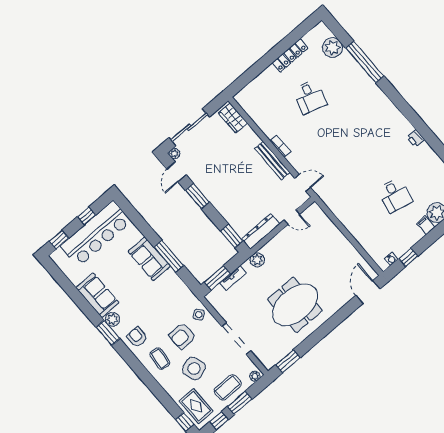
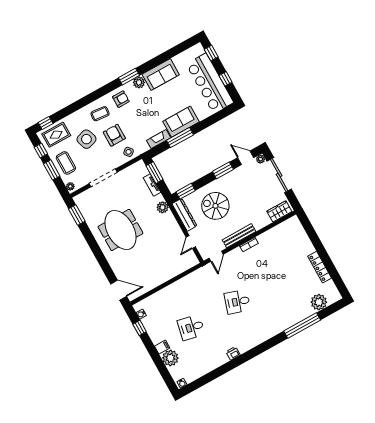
desk: (310, 97) -> (237, 302), moved
spiral stairs: (242, 196) -> (215, 206), added
fireplace: (176, 281) -> (159, 139), added

